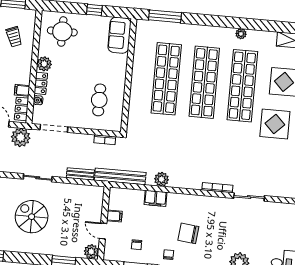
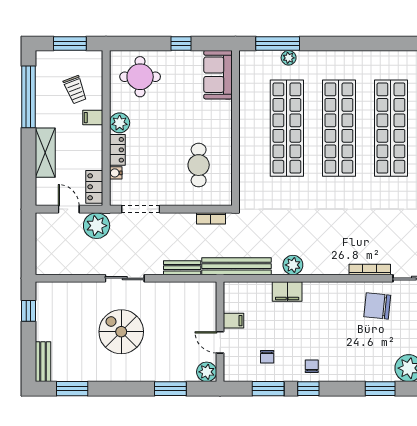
plant: (241, 34) -> (289, 58), moved
filing cabinet: (22, 90) -> (93, 118), moved
chair: (188, 233) -> (377, 306), moved

